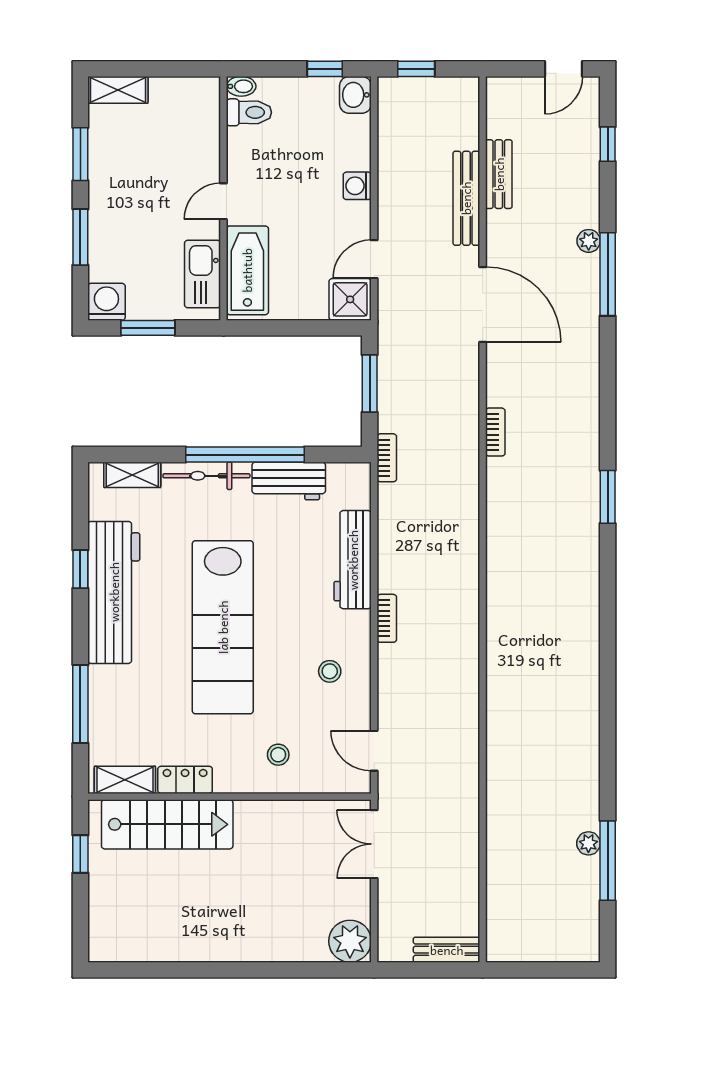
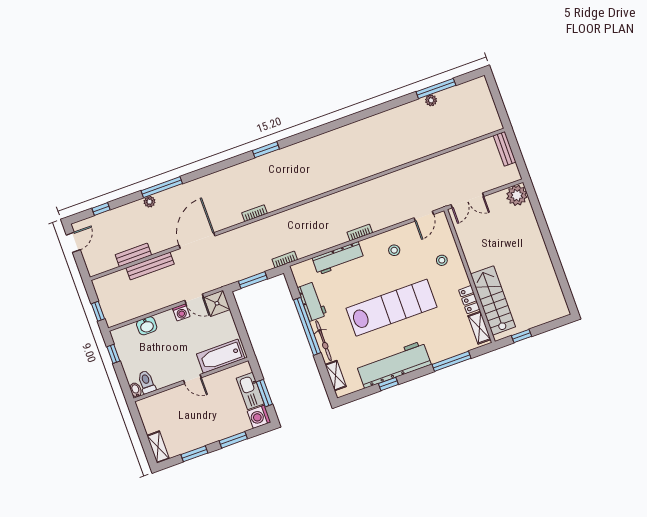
door: (564, 69) -> (73, 242), hinge flipped
washbasin: (355, 95) -> (147, 326), moved
washing machine: (357, 186) -> (181, 312), moved
kitchen sink: (203, 274) -> (250, 391), moved, turned 90

